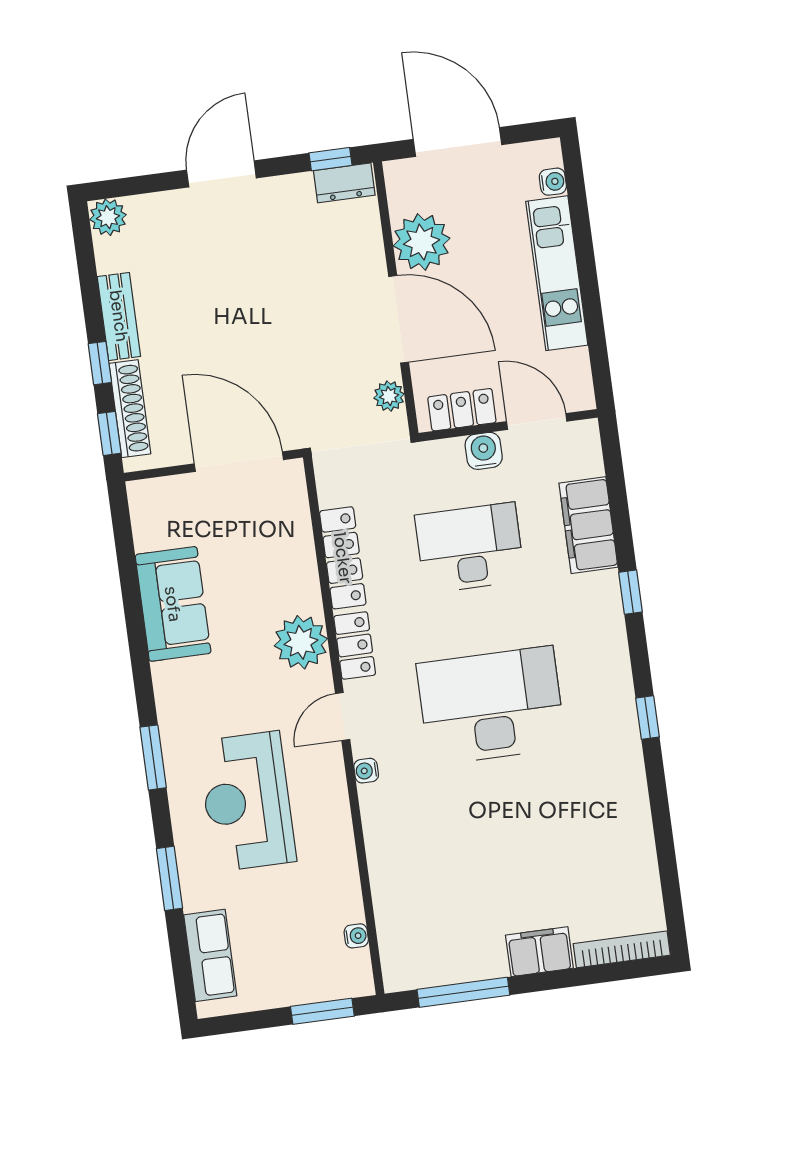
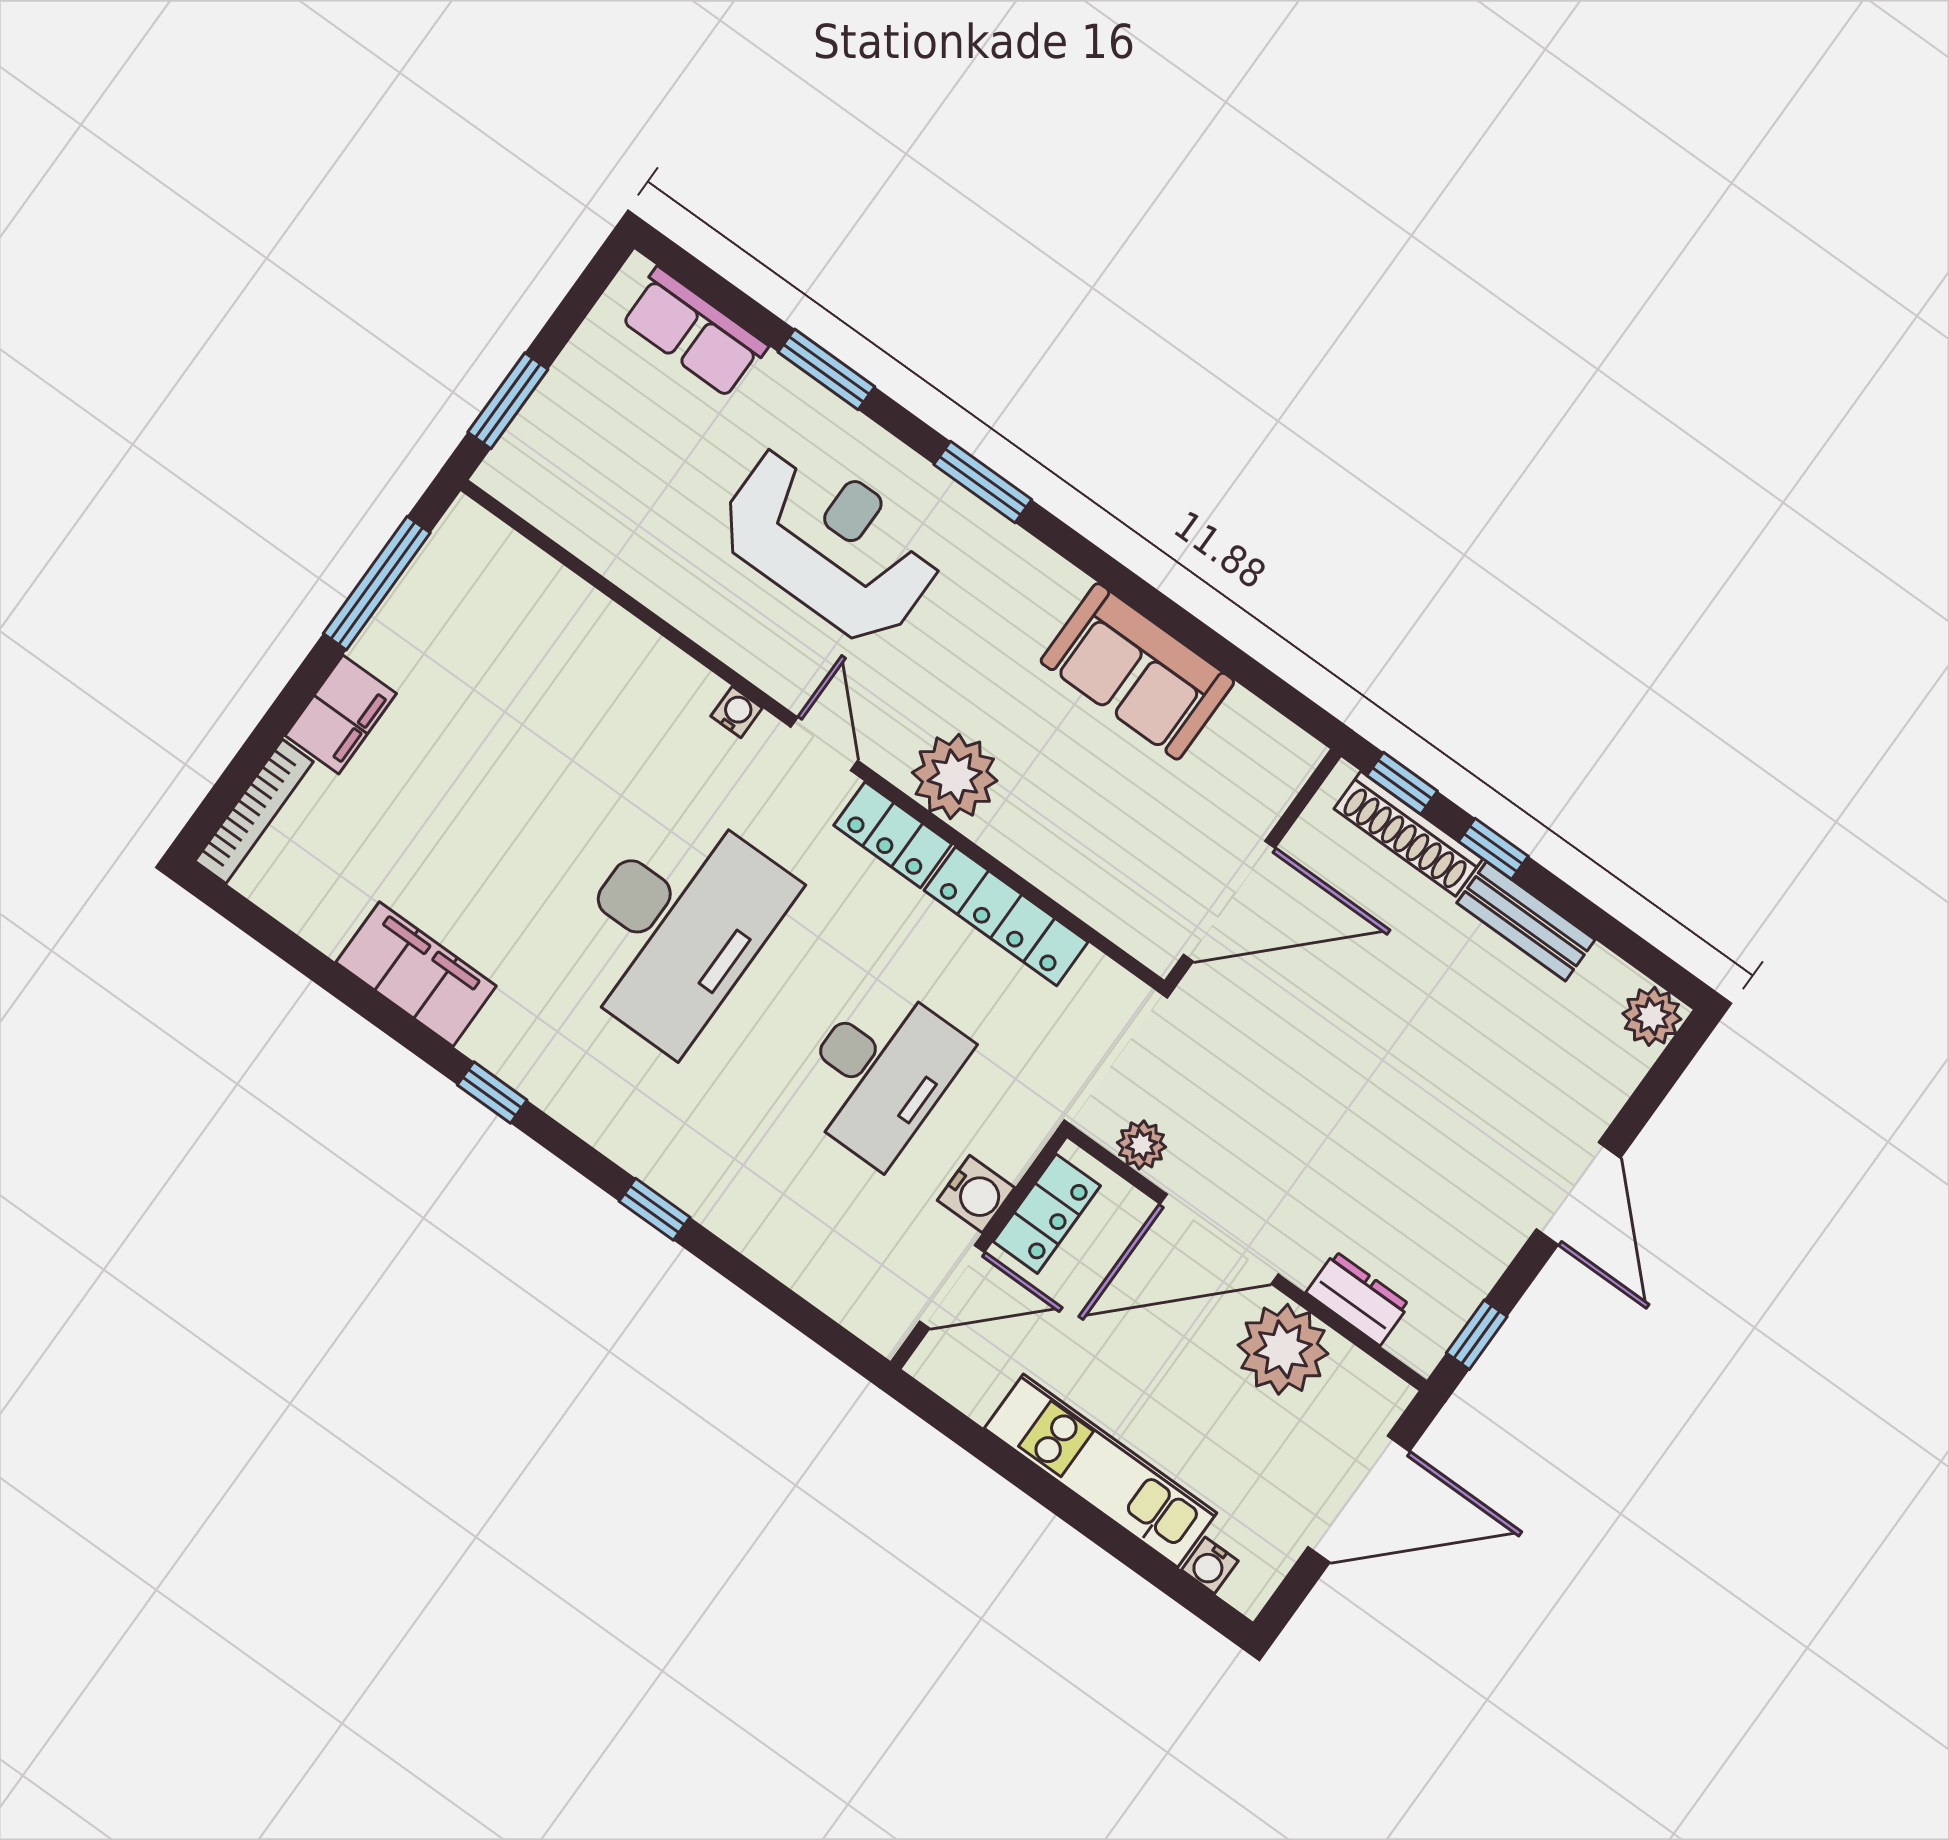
dresser: (344, 183) -> (1358, 1299), moved, turned 90
filing cabinet: (588, 525) -> (416, 974), moved
water cooler: (356, 936) -> (558, 521), removed

